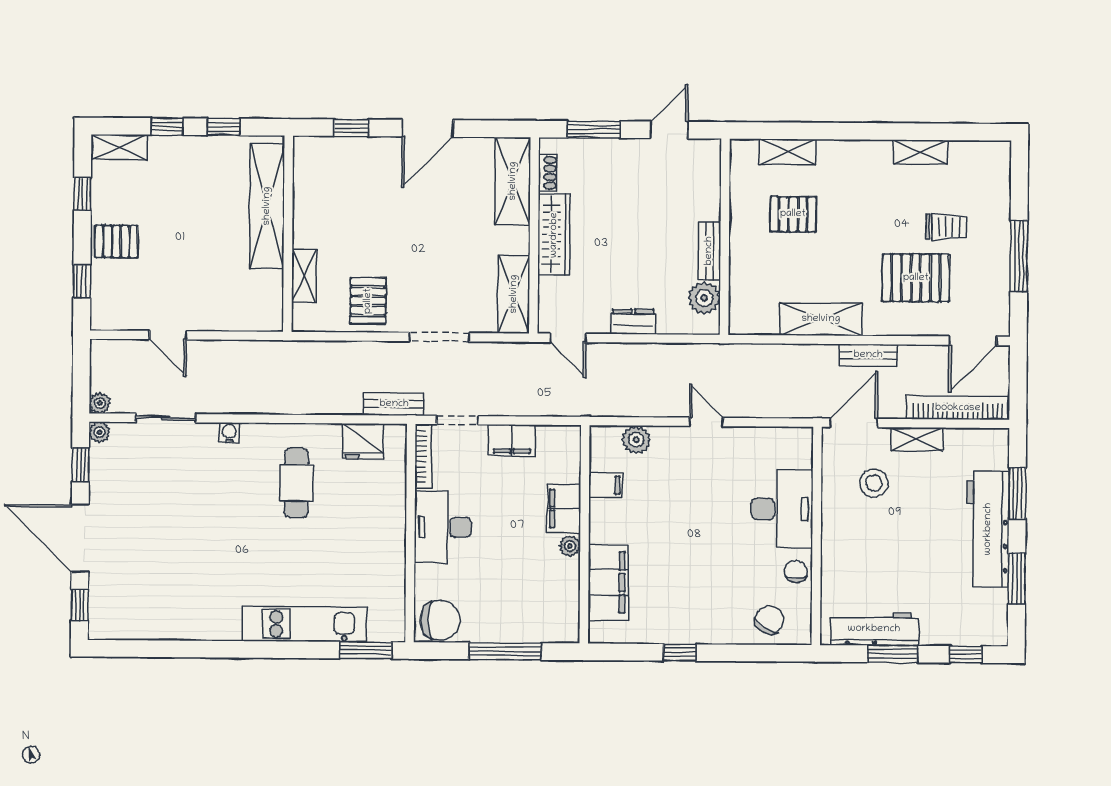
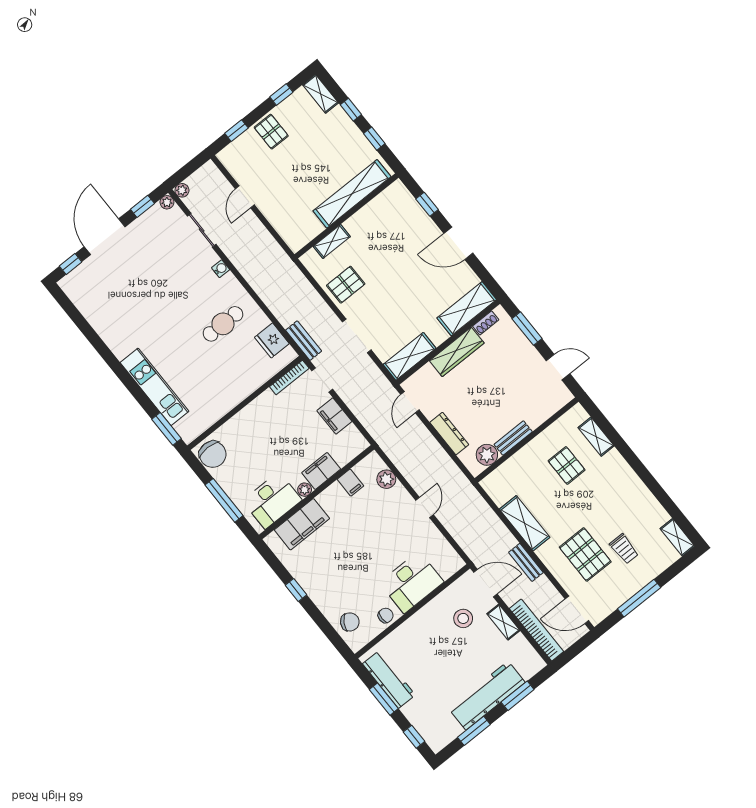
shelving: (921, 152) -> (677, 537), moved
dresser: (633, 322) -> (449, 434), width x1.44
desk: (443, 527) -> (272, 500), moved, turned 180

